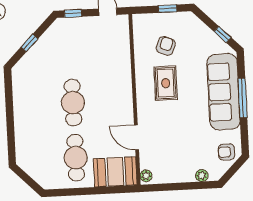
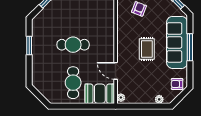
rug: (166, 83) -> (147, 49), moved
cafe table: (73, 103) -> (73, 45), turned 90
window: (9, 107) -> (29, 45), added

